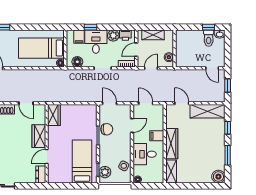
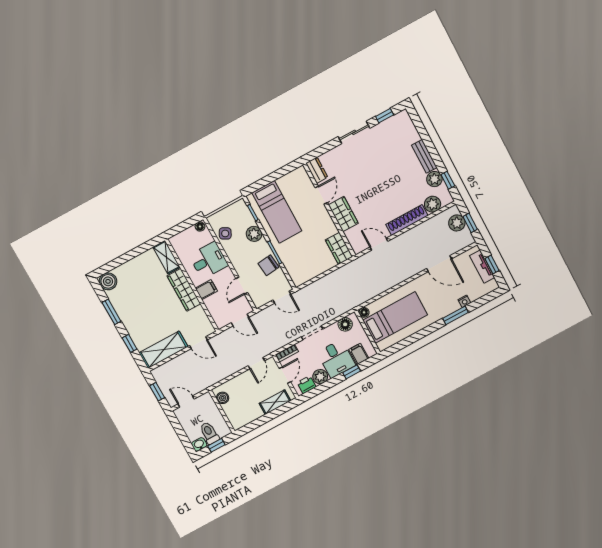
wall: (175, 49) -> (222, 411), moved
boiler: (169, 57) -> (223, 398), moved
plant: (105, 172) -> (254, 234), moved

